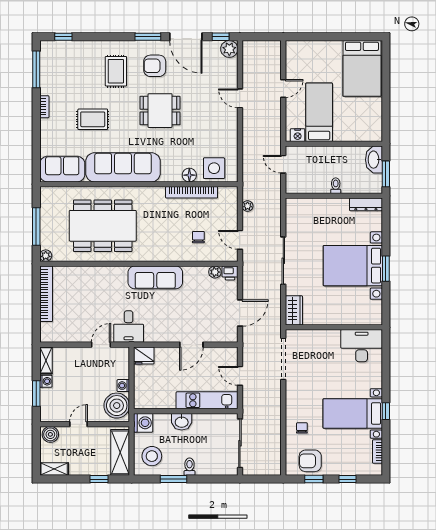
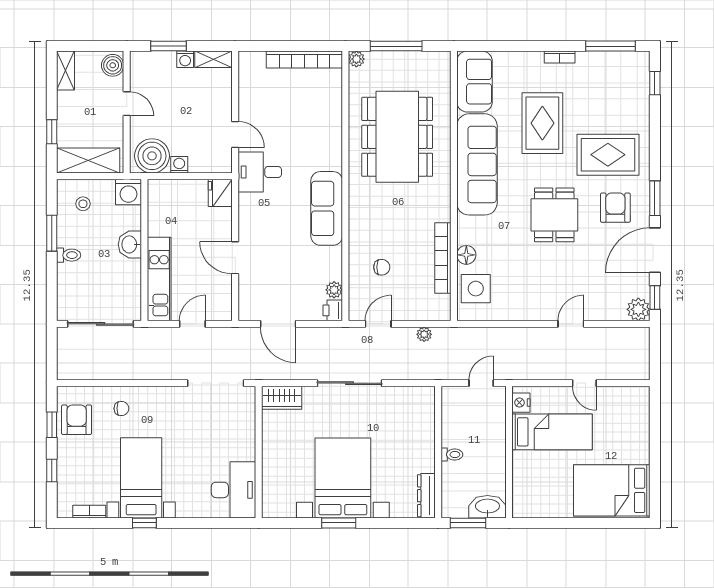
rug: (116, 71) -> (608, 155), width x1.36, depth x1.43
rug: (93, 119) -> (542, 123), width x1.36, depth x1.43
stool: (152, 456) -> (83, 204), width x0.53, depth x0.53

